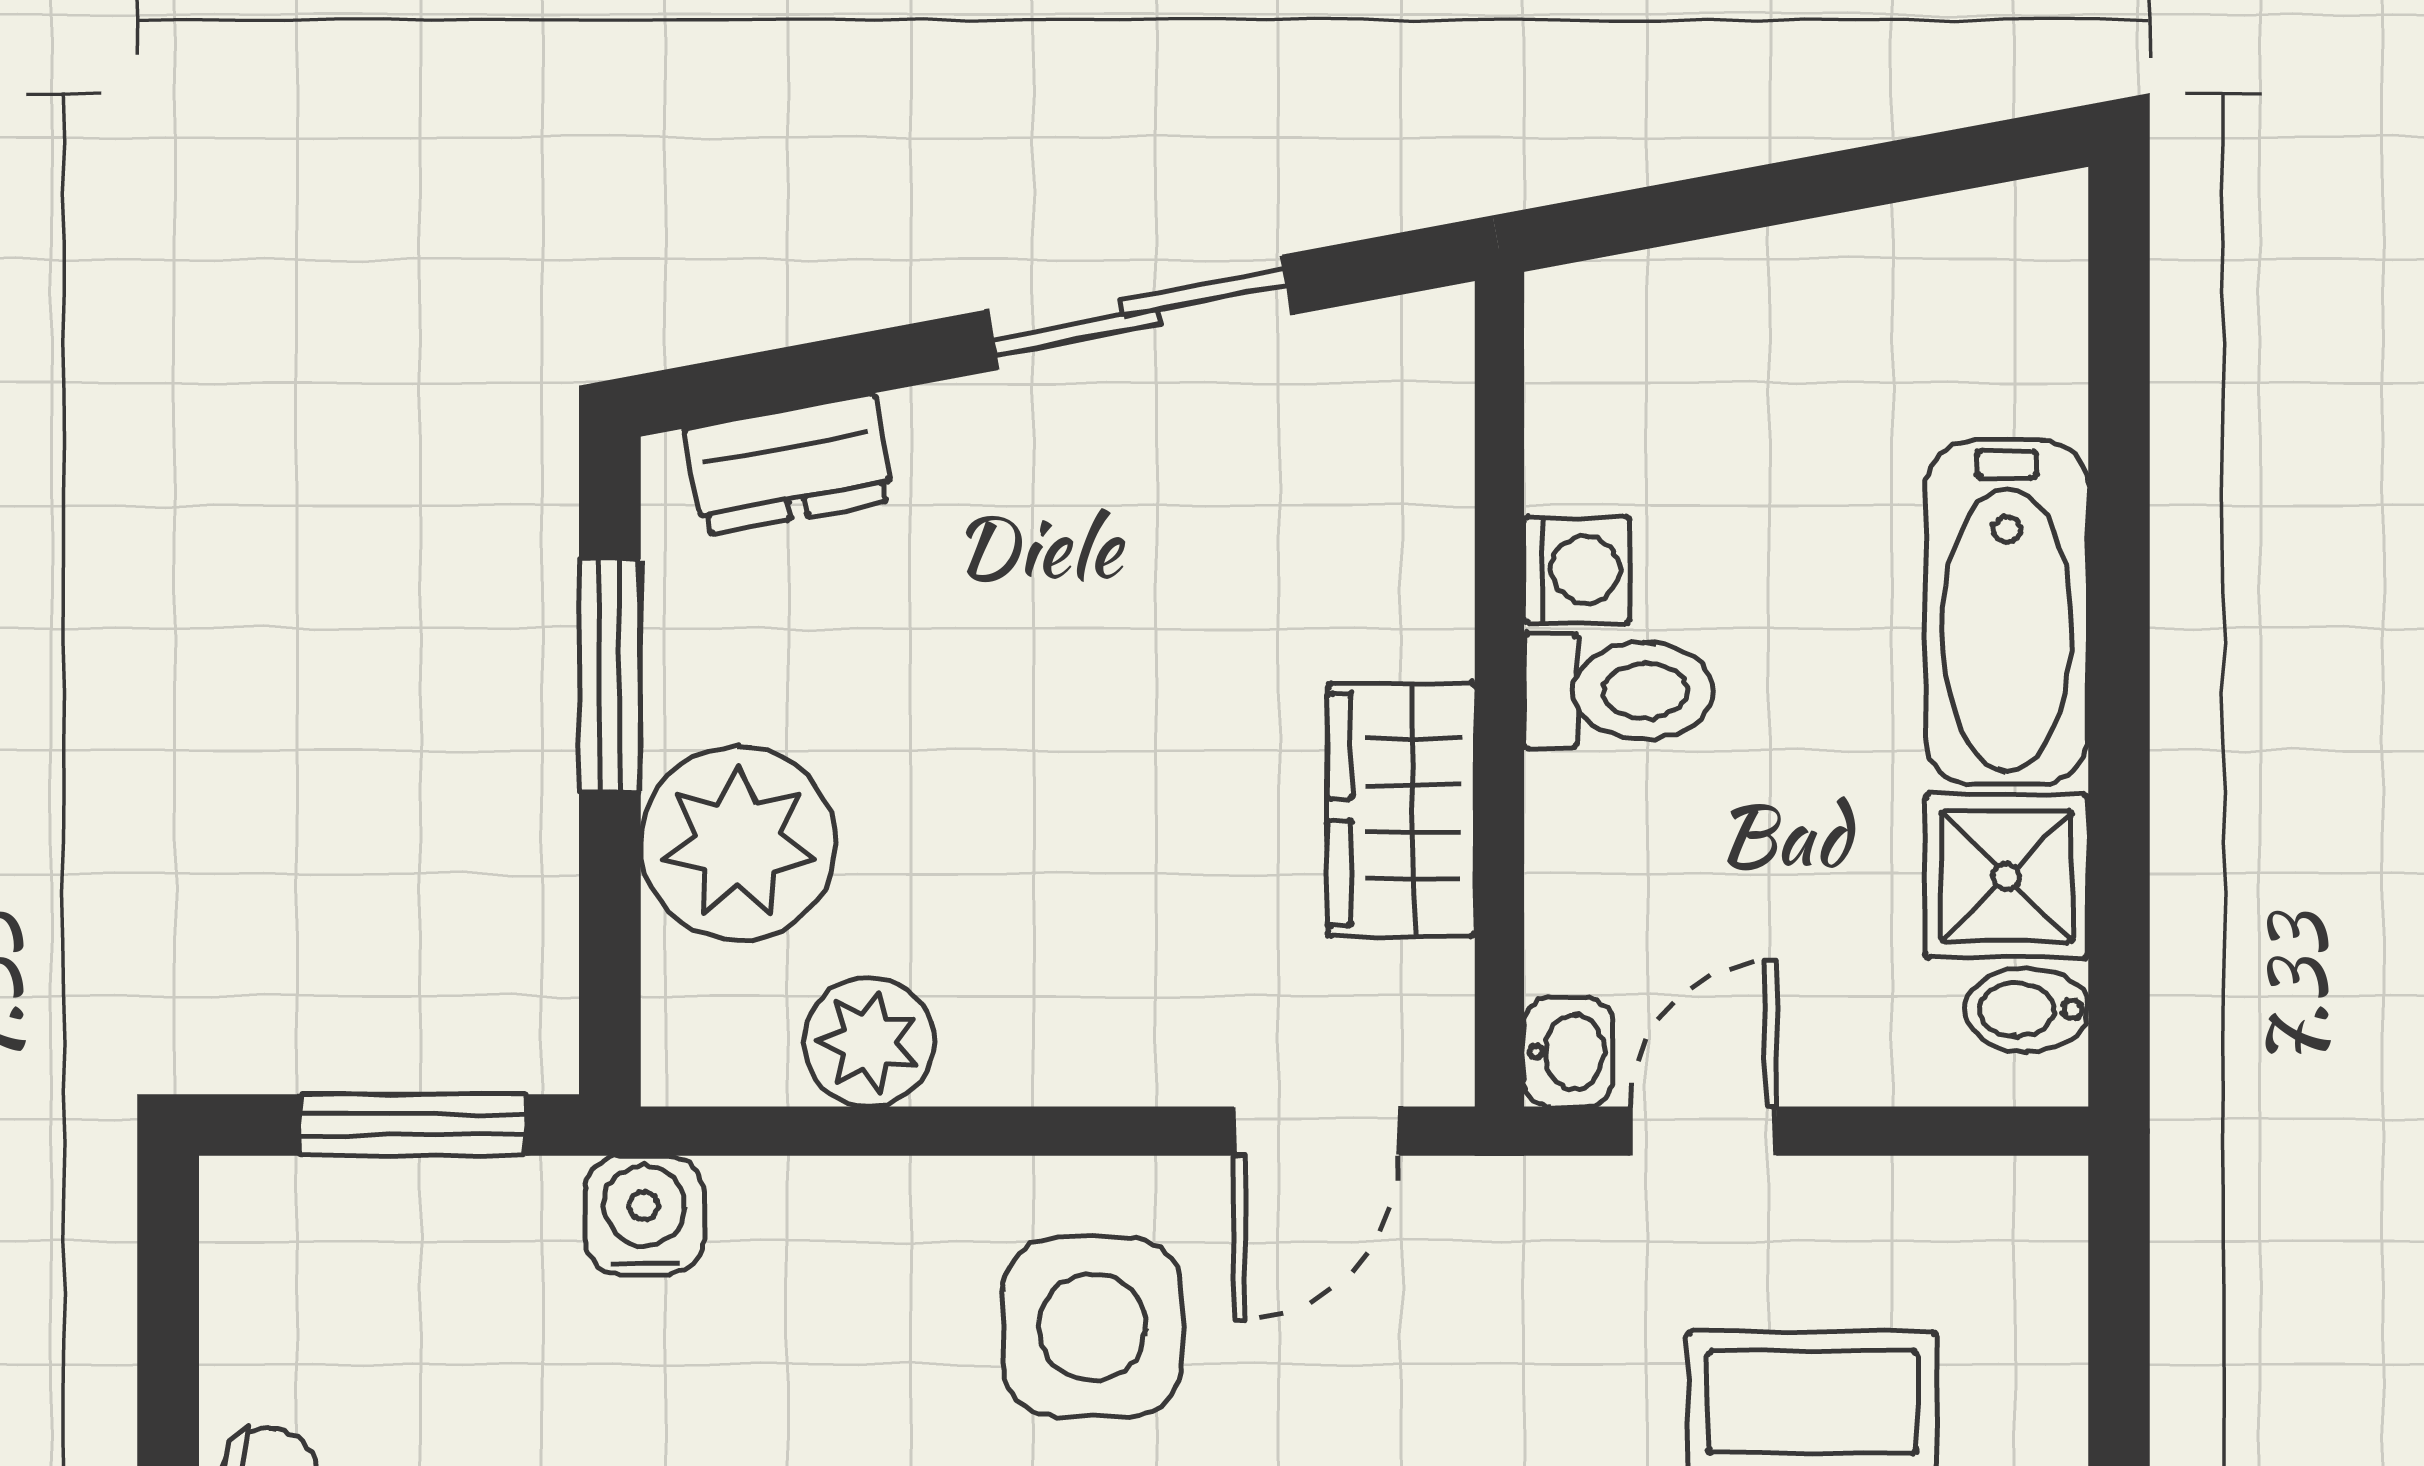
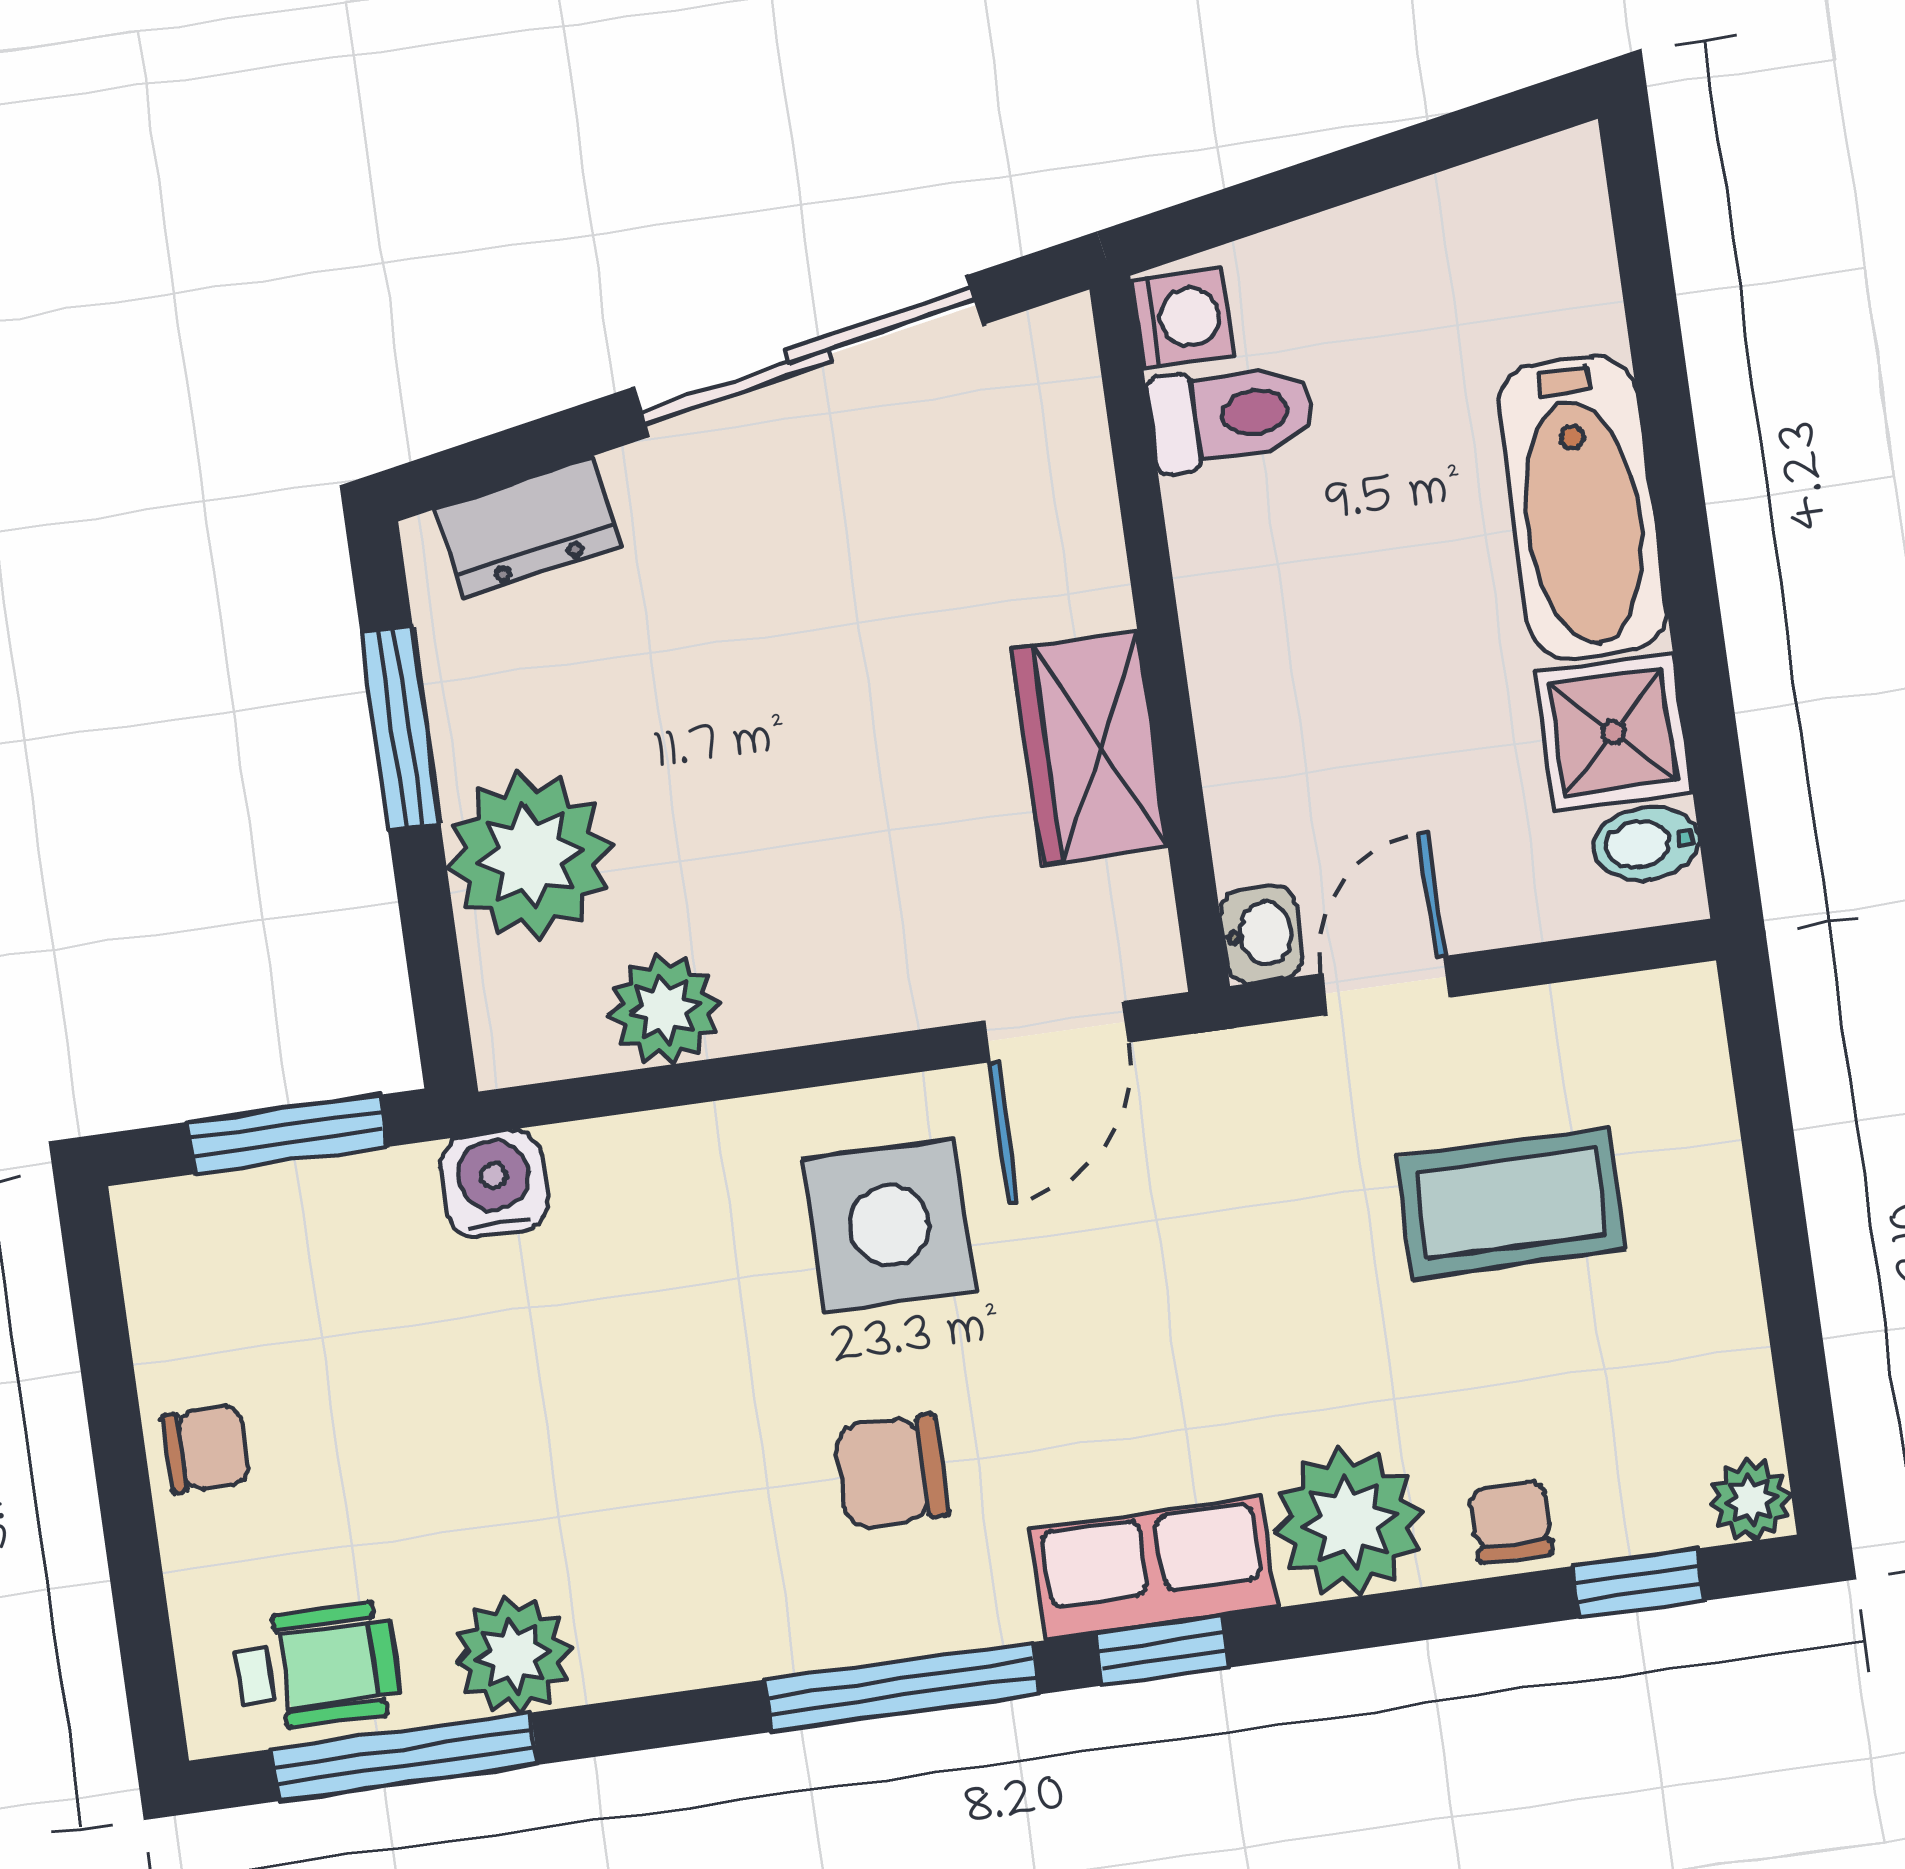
sliding door: (1140, 312) -> (808, 356), width x1.37
washing machine: (1577, 570) -> (1182, 318), moved
toilet: (1619, 691) -> (1232, 416), moved

